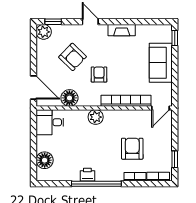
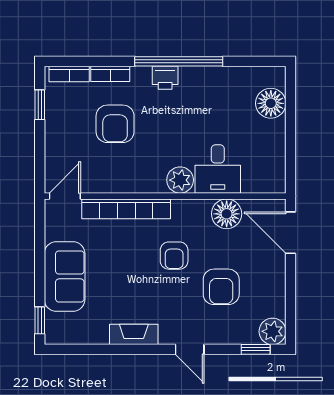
armchair: (73, 57) -> (221, 287), turned -134
desk: (50, 122) -> (218, 169), moved, turned 90
printer: (87, 175) -> (165, 78), moved

